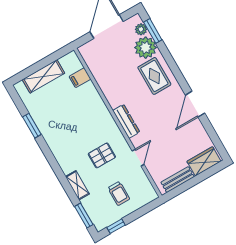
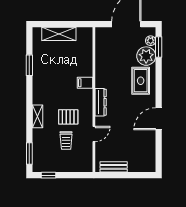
filing cabinet: (80, 78) -> (85, 83), moved
wardrobe: (204, 161) -> (141, 165), removed
shelving: (77, 185) -> (38, 116), moved
trolley: (119, 193) -> (66, 141), moved

